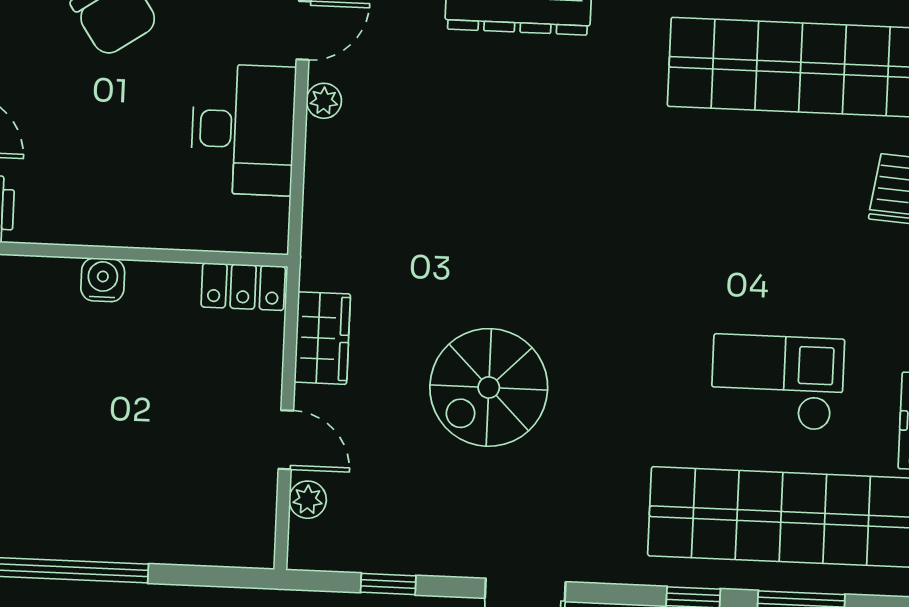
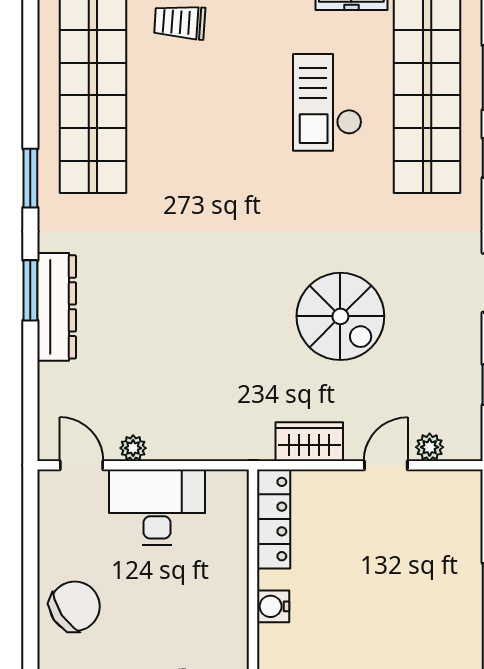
locker: (243, 287) -> (274, 519), width x1.53

